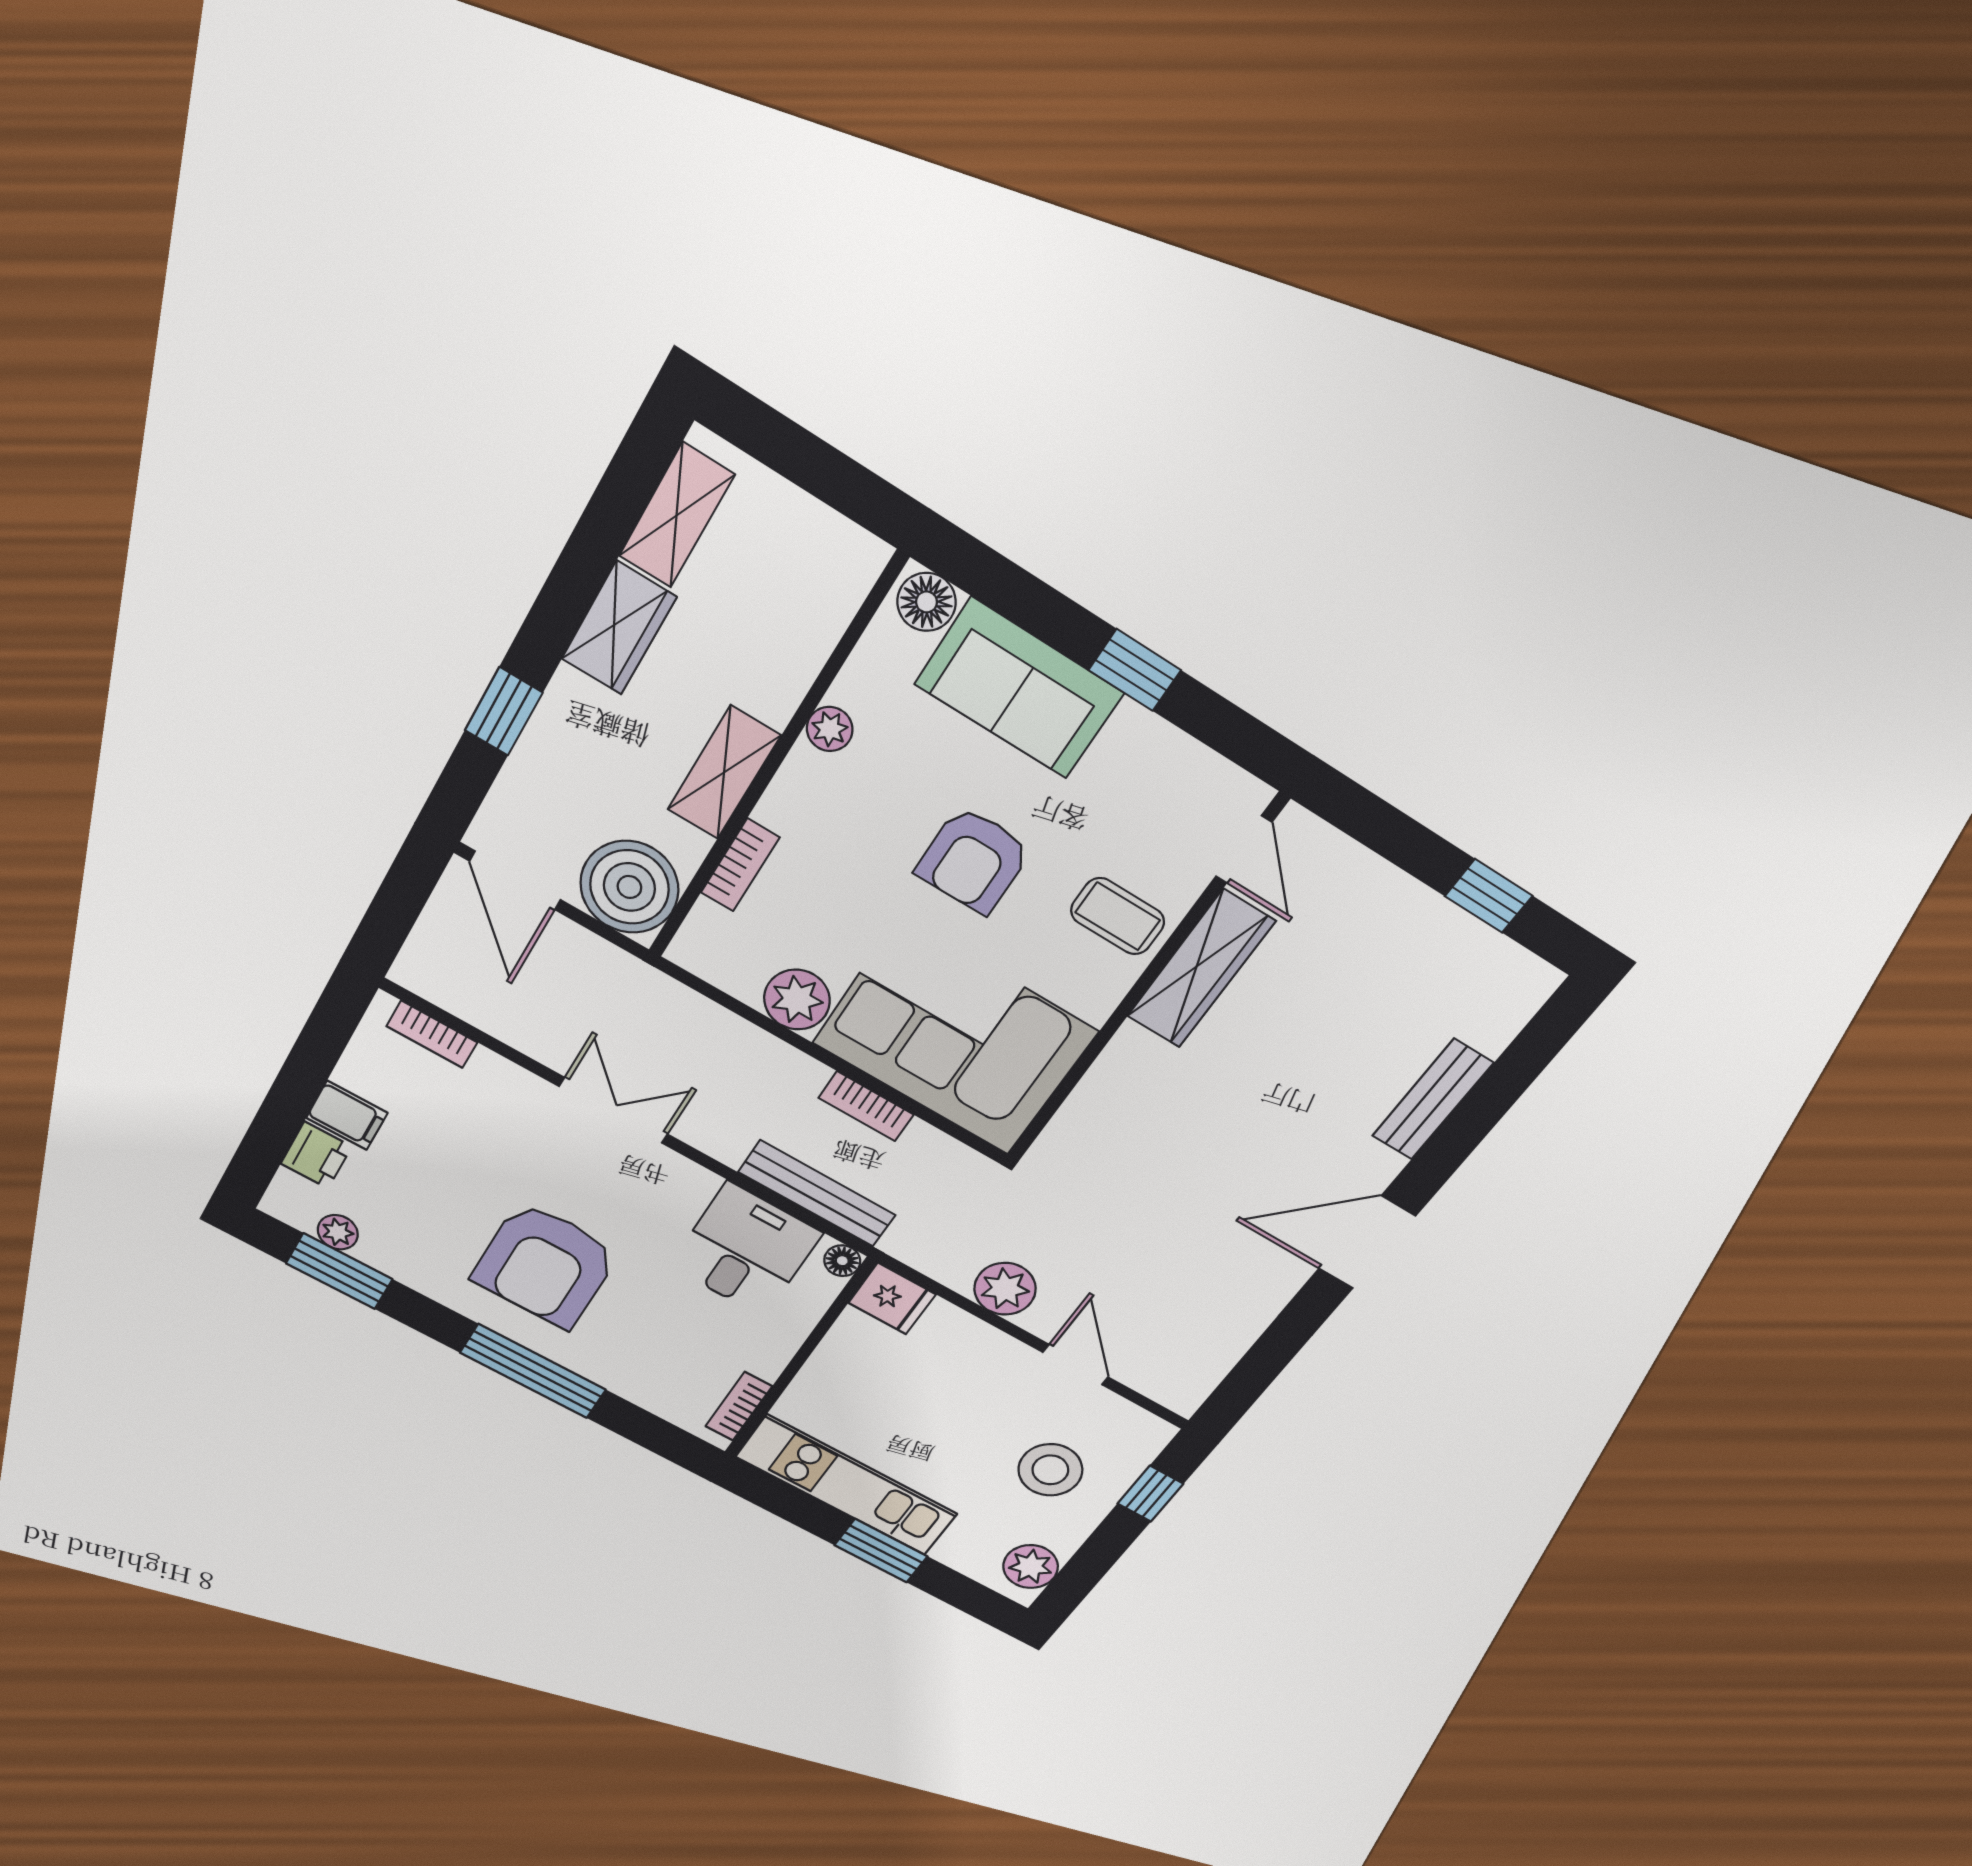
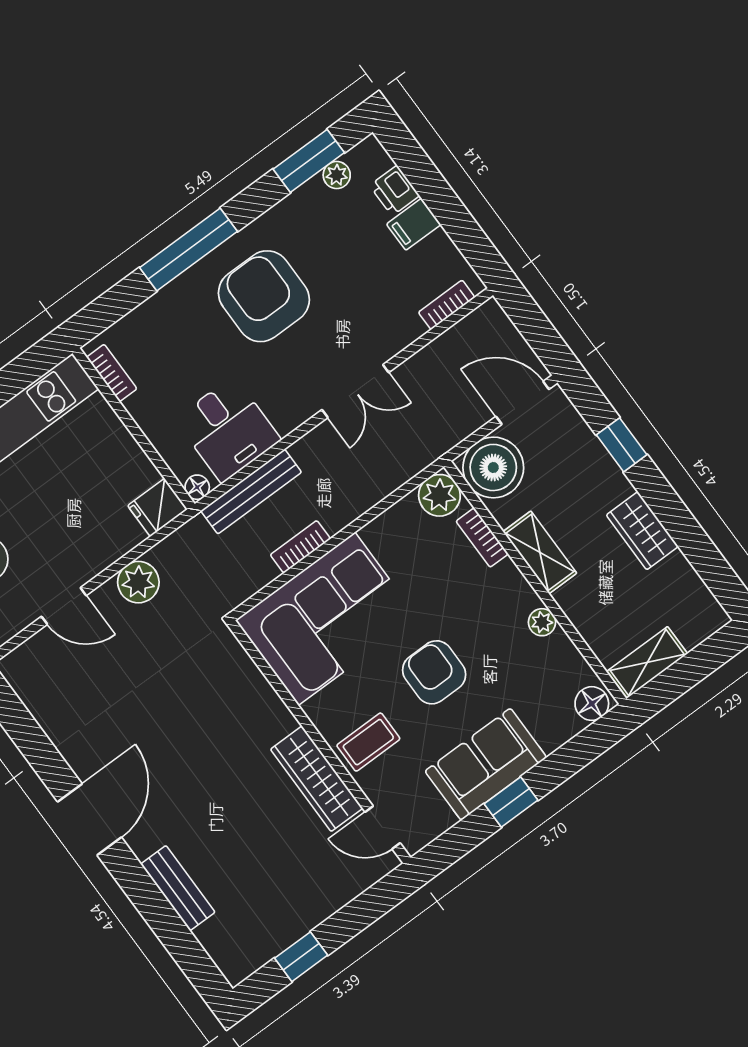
shelving: (677, 515) -> (647, 662), moved, turned 90
sofa: (1019, 689) -> (486, 764), moved
plant: (797, 1000) -> (439, 495), moved

